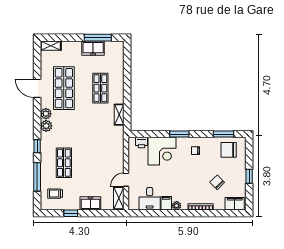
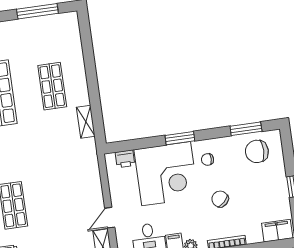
freezer: (93, 48) -> (33, 28), removed
corner desk: (162, 151) -> (166, 174), width x1.36, depth x1.36
chair: (217, 182) -> (220, 199), moved

